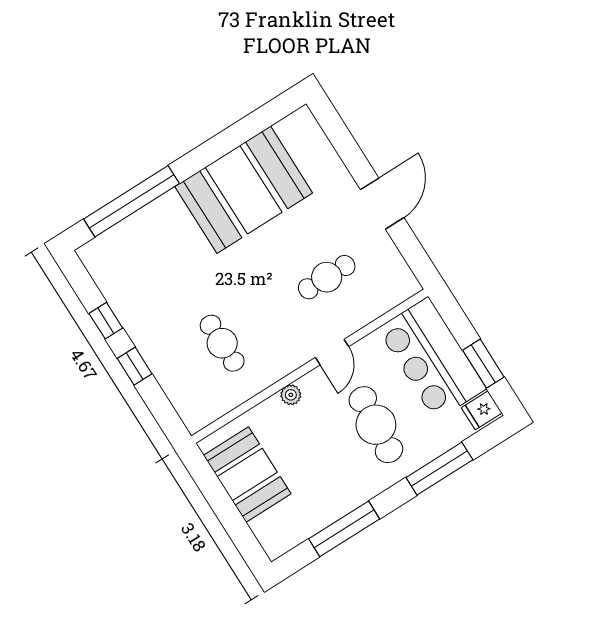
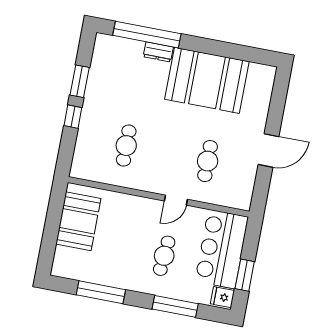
dresser: (162, 208) -> (158, 52), added
cafe table: (327, 277) -> (208, 161), turned 90
window: (106, 321) -> (80, 81), width x1.50
plant: (291, 395) -> (136, 202), removed
cafe table: (376, 425) -> (164, 256), width x0.73, depth x0.74

